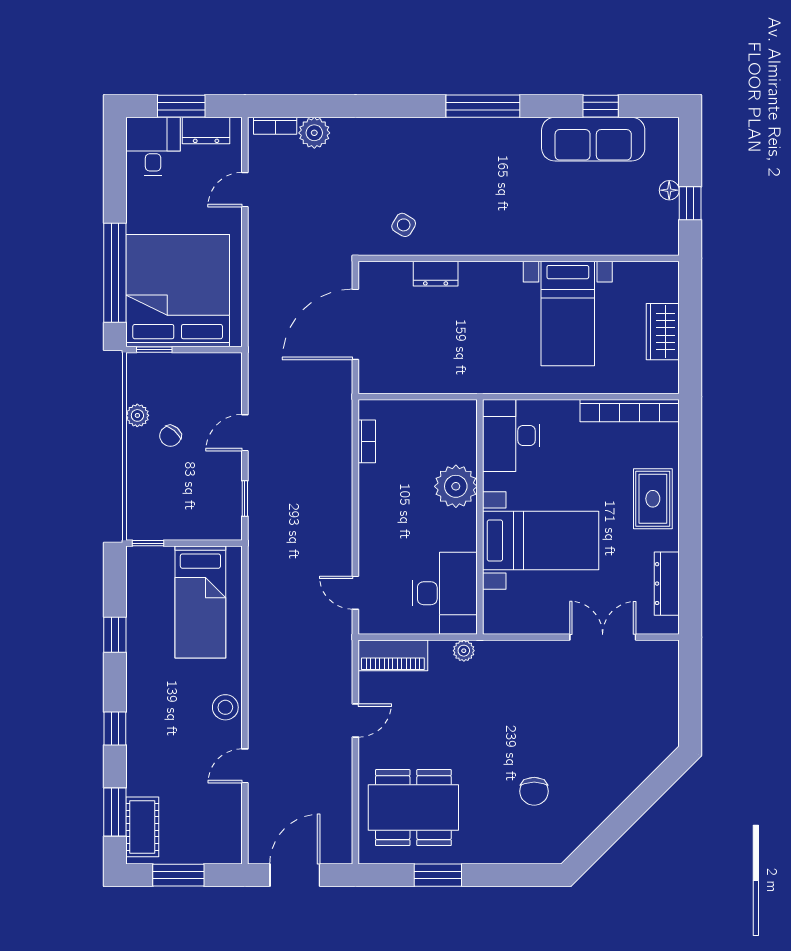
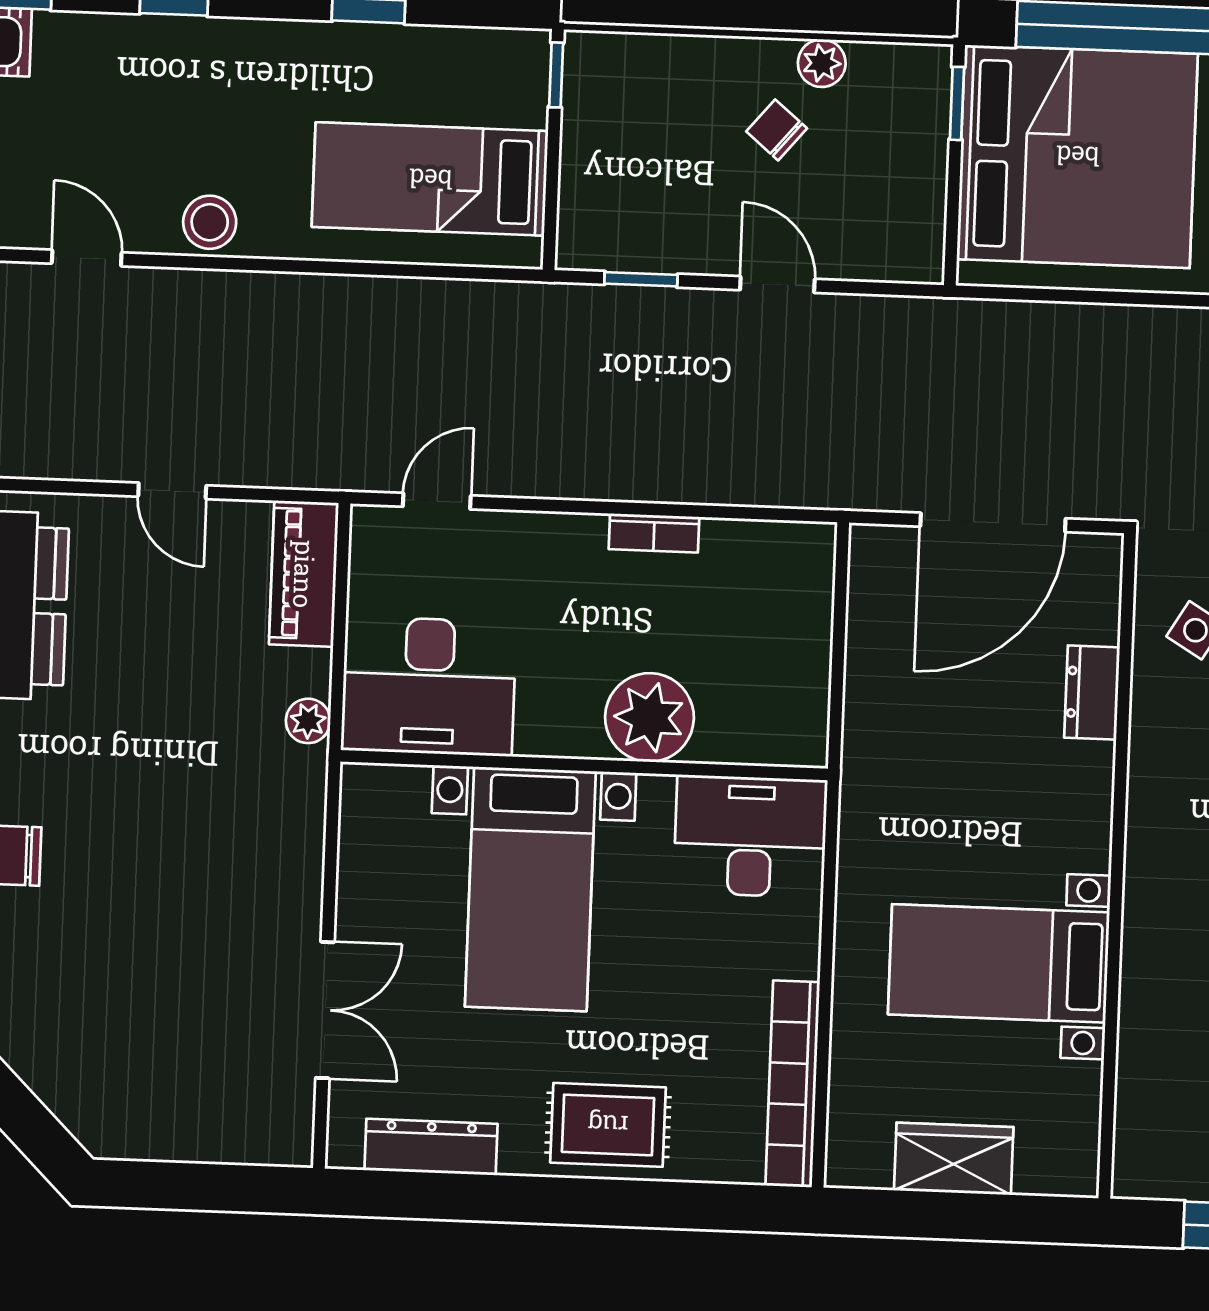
door: (355, 324) -> (993, 522), swing flipped
bookcase: (367, 441) -> (654, 533), moved

